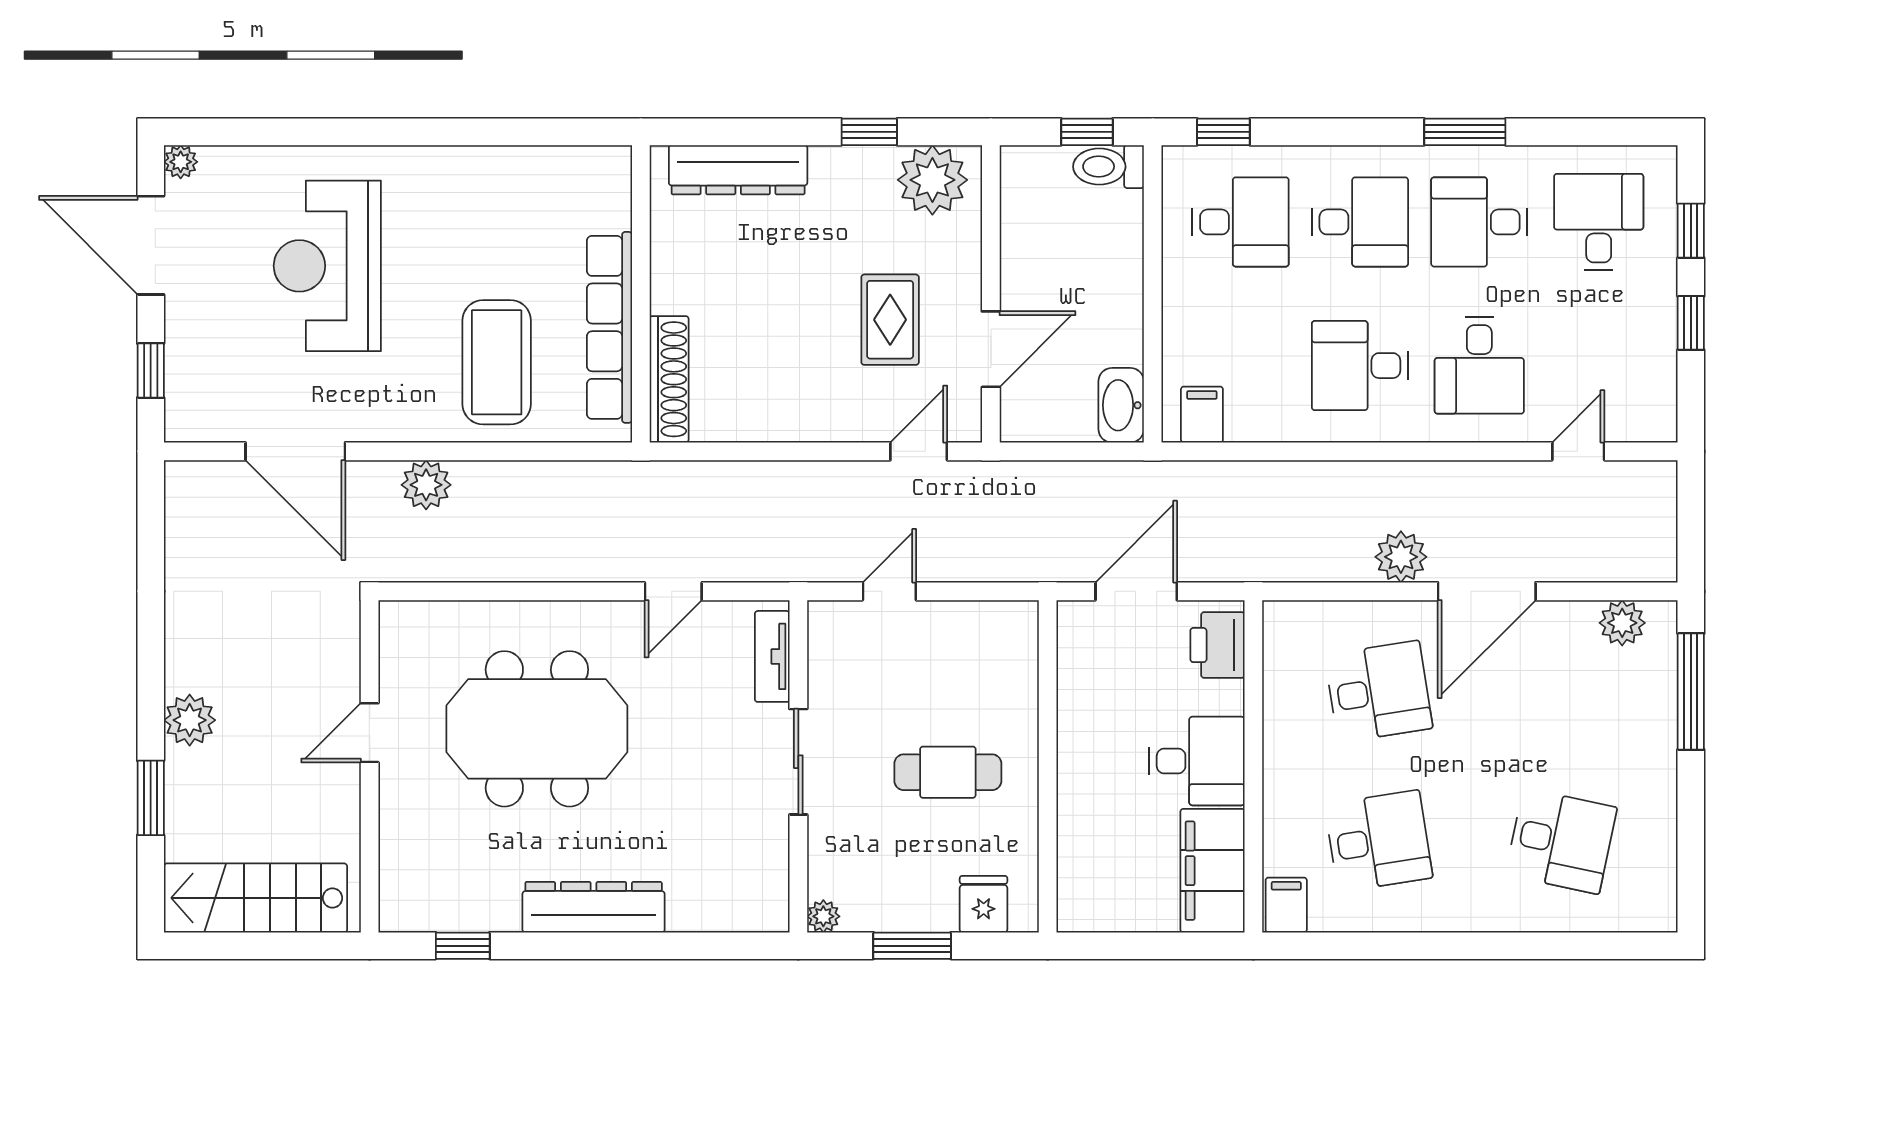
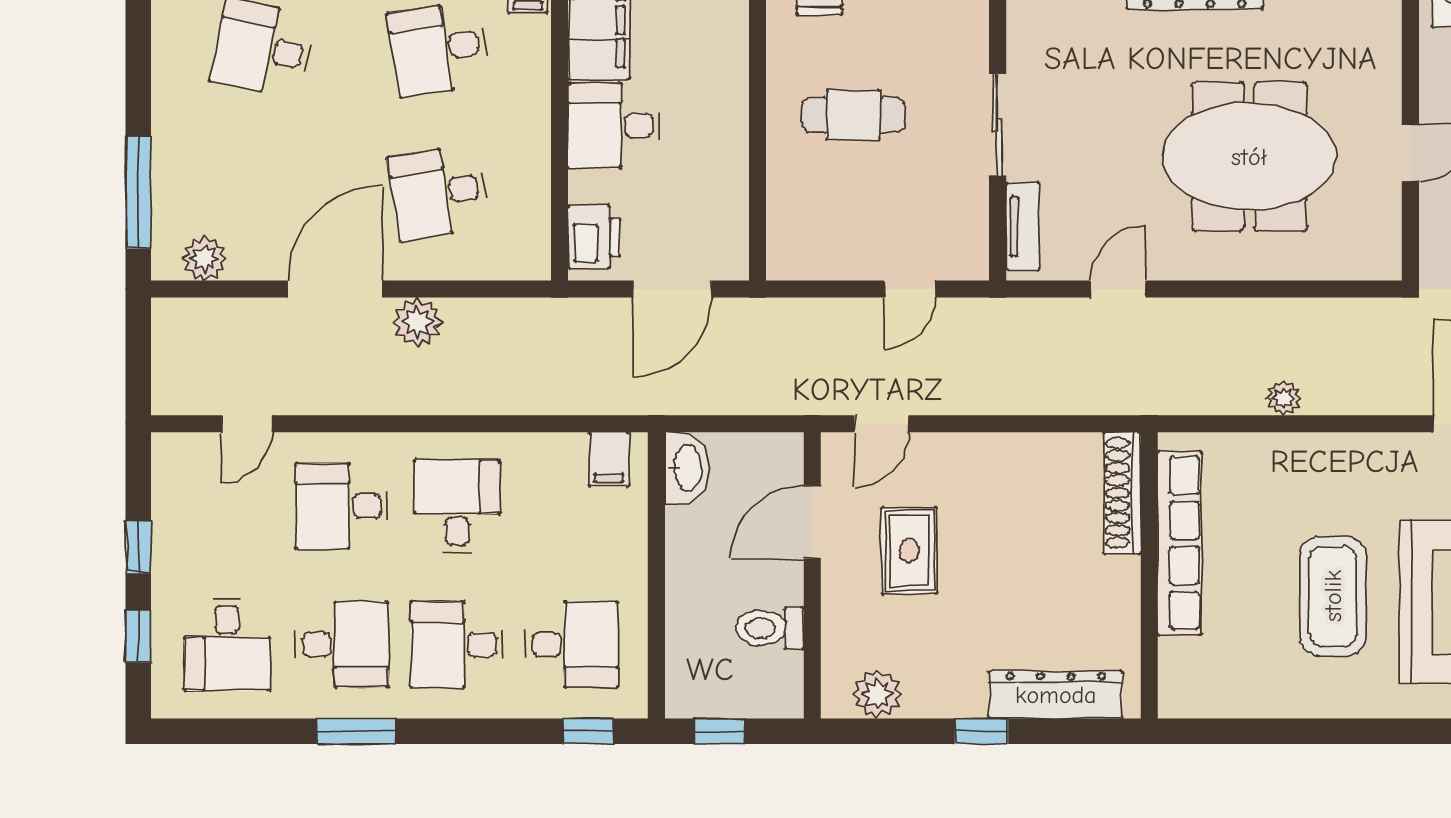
window: (869, 132) -> (981, 731), moved
toilet: (1109, 167) -> (770, 628), moved, turned 180
plant: (932, 180) -> (877, 694), width x0.73, depth x0.73
desk: (1241, 222) -> (572, 645), turned 180
coffee table: (497, 362) -> (1333, 596), moved
desk: (1360, 366) -> (457, 506), turned -90
desk: (1479, 366) -> (342, 506), turned -90
plant: (426, 485) -> (1284, 398), moved, width x0.73, depth x0.73

